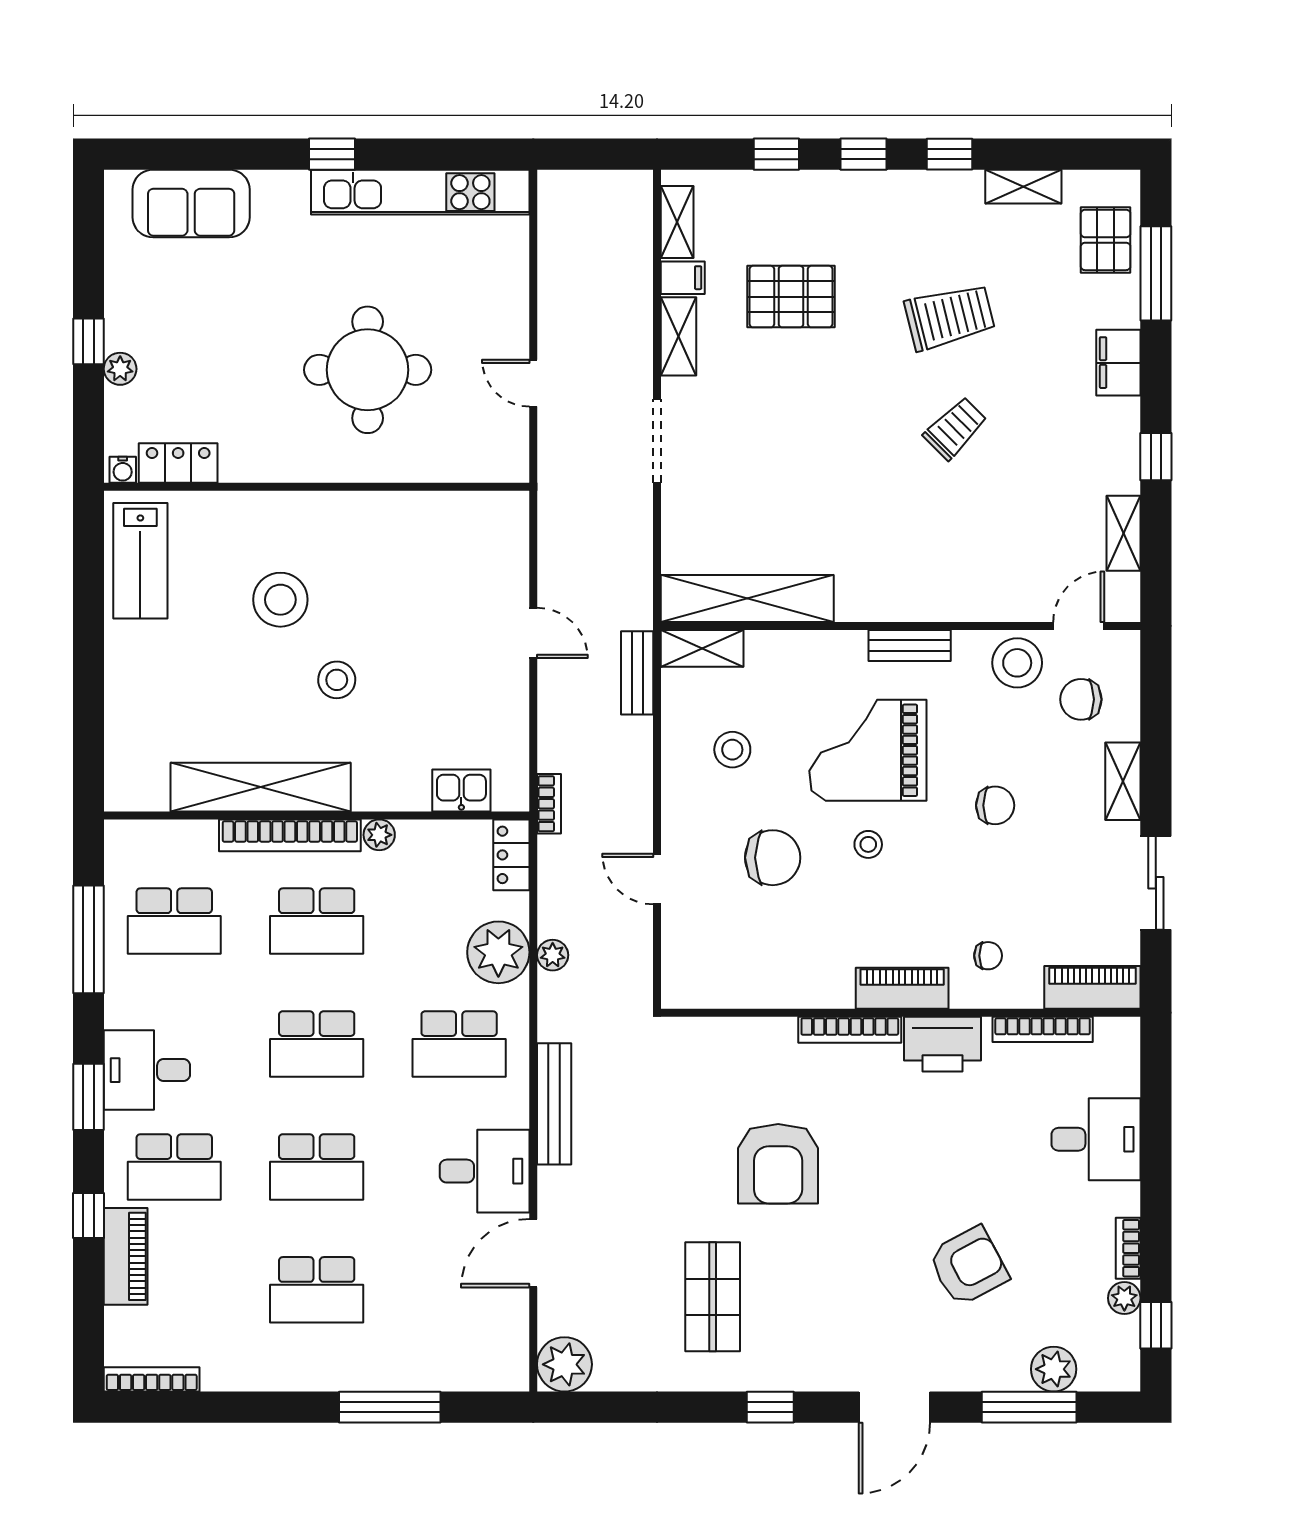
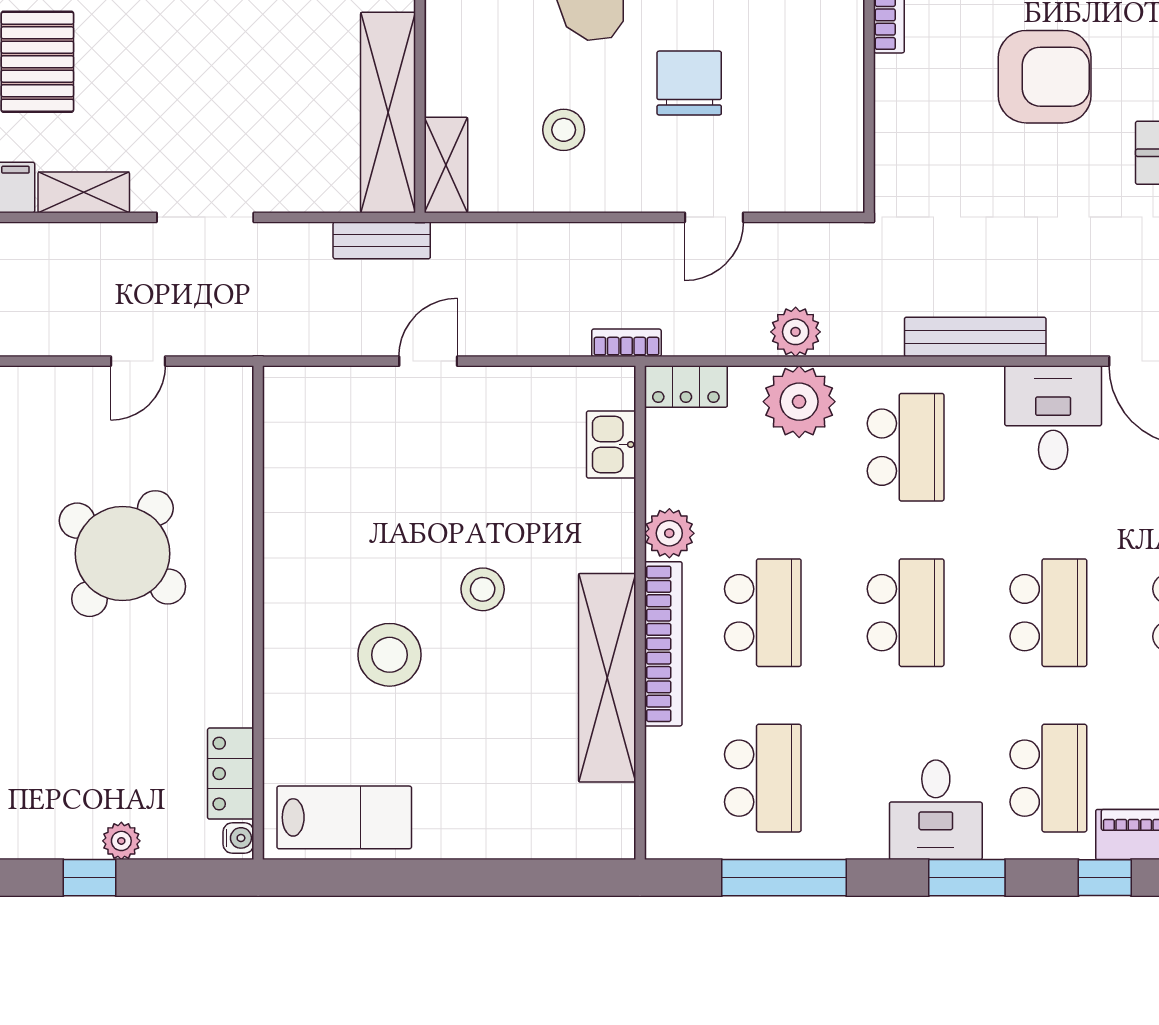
round table: (368, 370) -> (122, 554), turned 36
bench: (637, 673) -> (382, 240), moved
plant: (379, 835) -> (669, 533), width x1.38, depth x1.38
plant: (553, 955) -> (796, 332), width x1.38, depth x1.38

